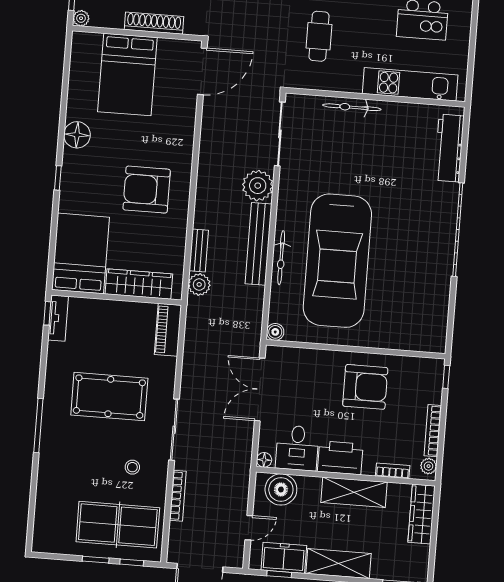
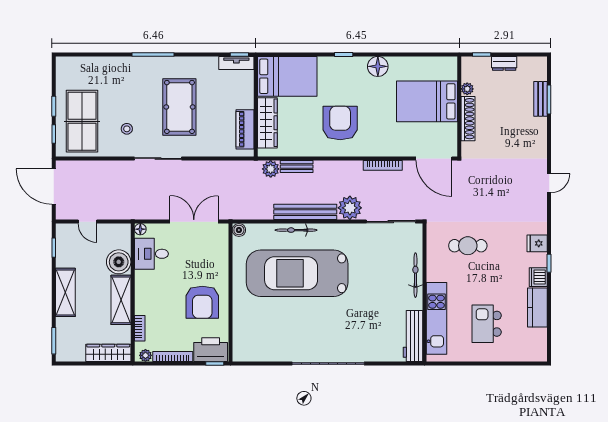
plant: (81, 18) -> (467, 89), moved
workbench: (449, 148) -> (413, 336), moved, turned -90
piano: (168, 330) -> (245, 129), moved, turned -90
printer: (340, 458) -> (211, 350), moved, turned -90
boiler: (281, 489) -> (119, 262), moved
bookcase: (178, 496) -> (383, 165), moved
freezer: (284, 558) -> (67, 250), removed

